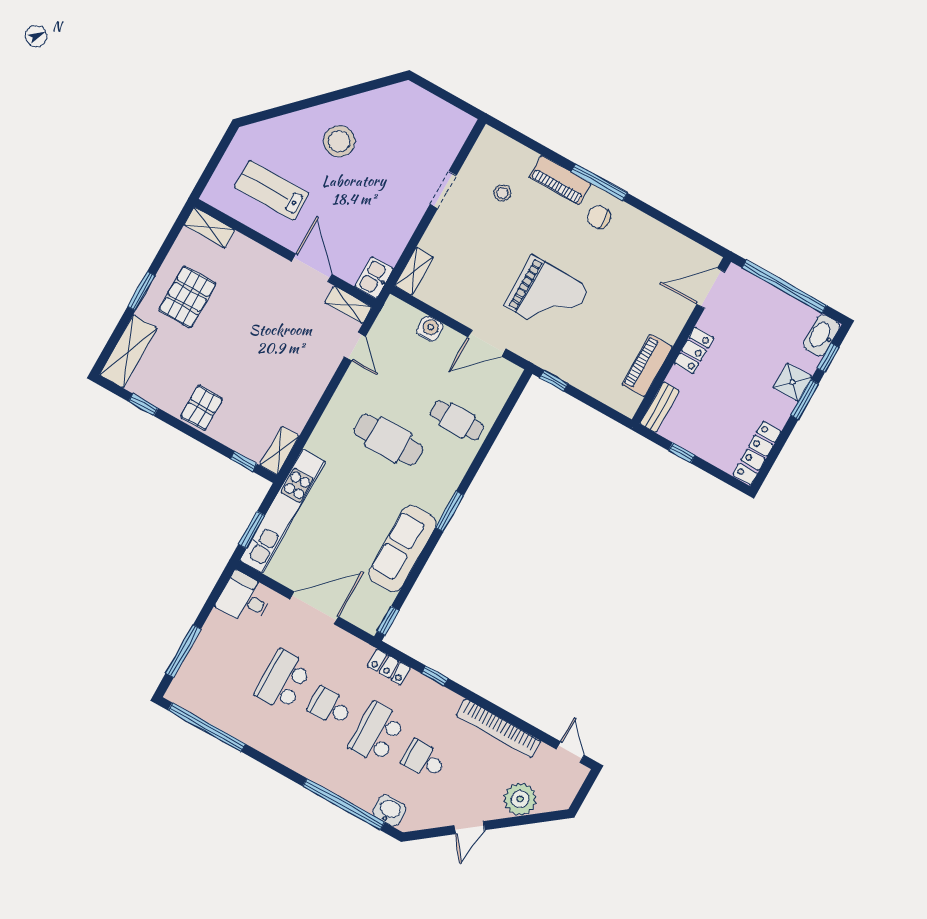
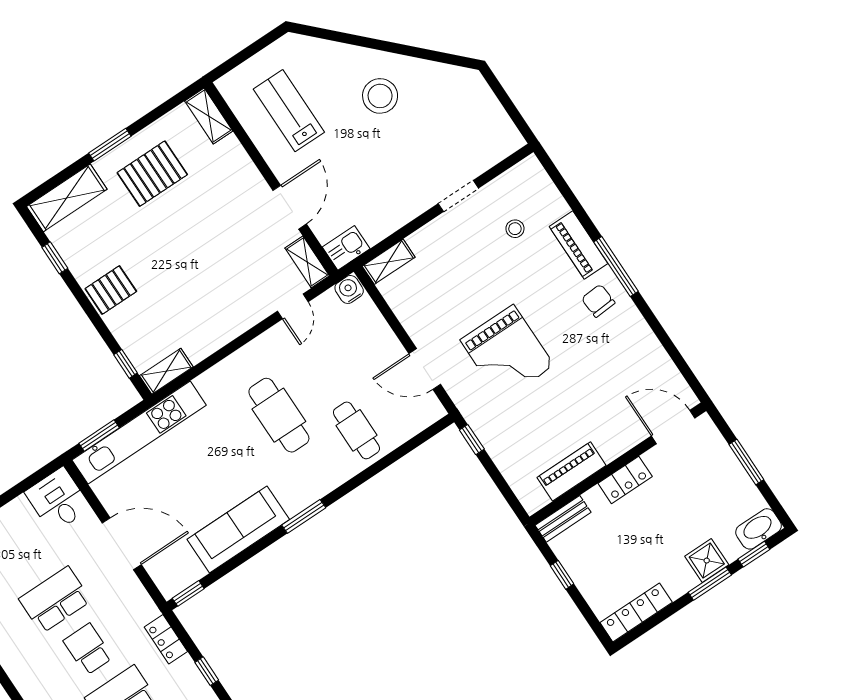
window: (784, 286) -> (746, 462), width x0.47
water cooler: (430, 329) -> (349, 289), moved, turned -90

